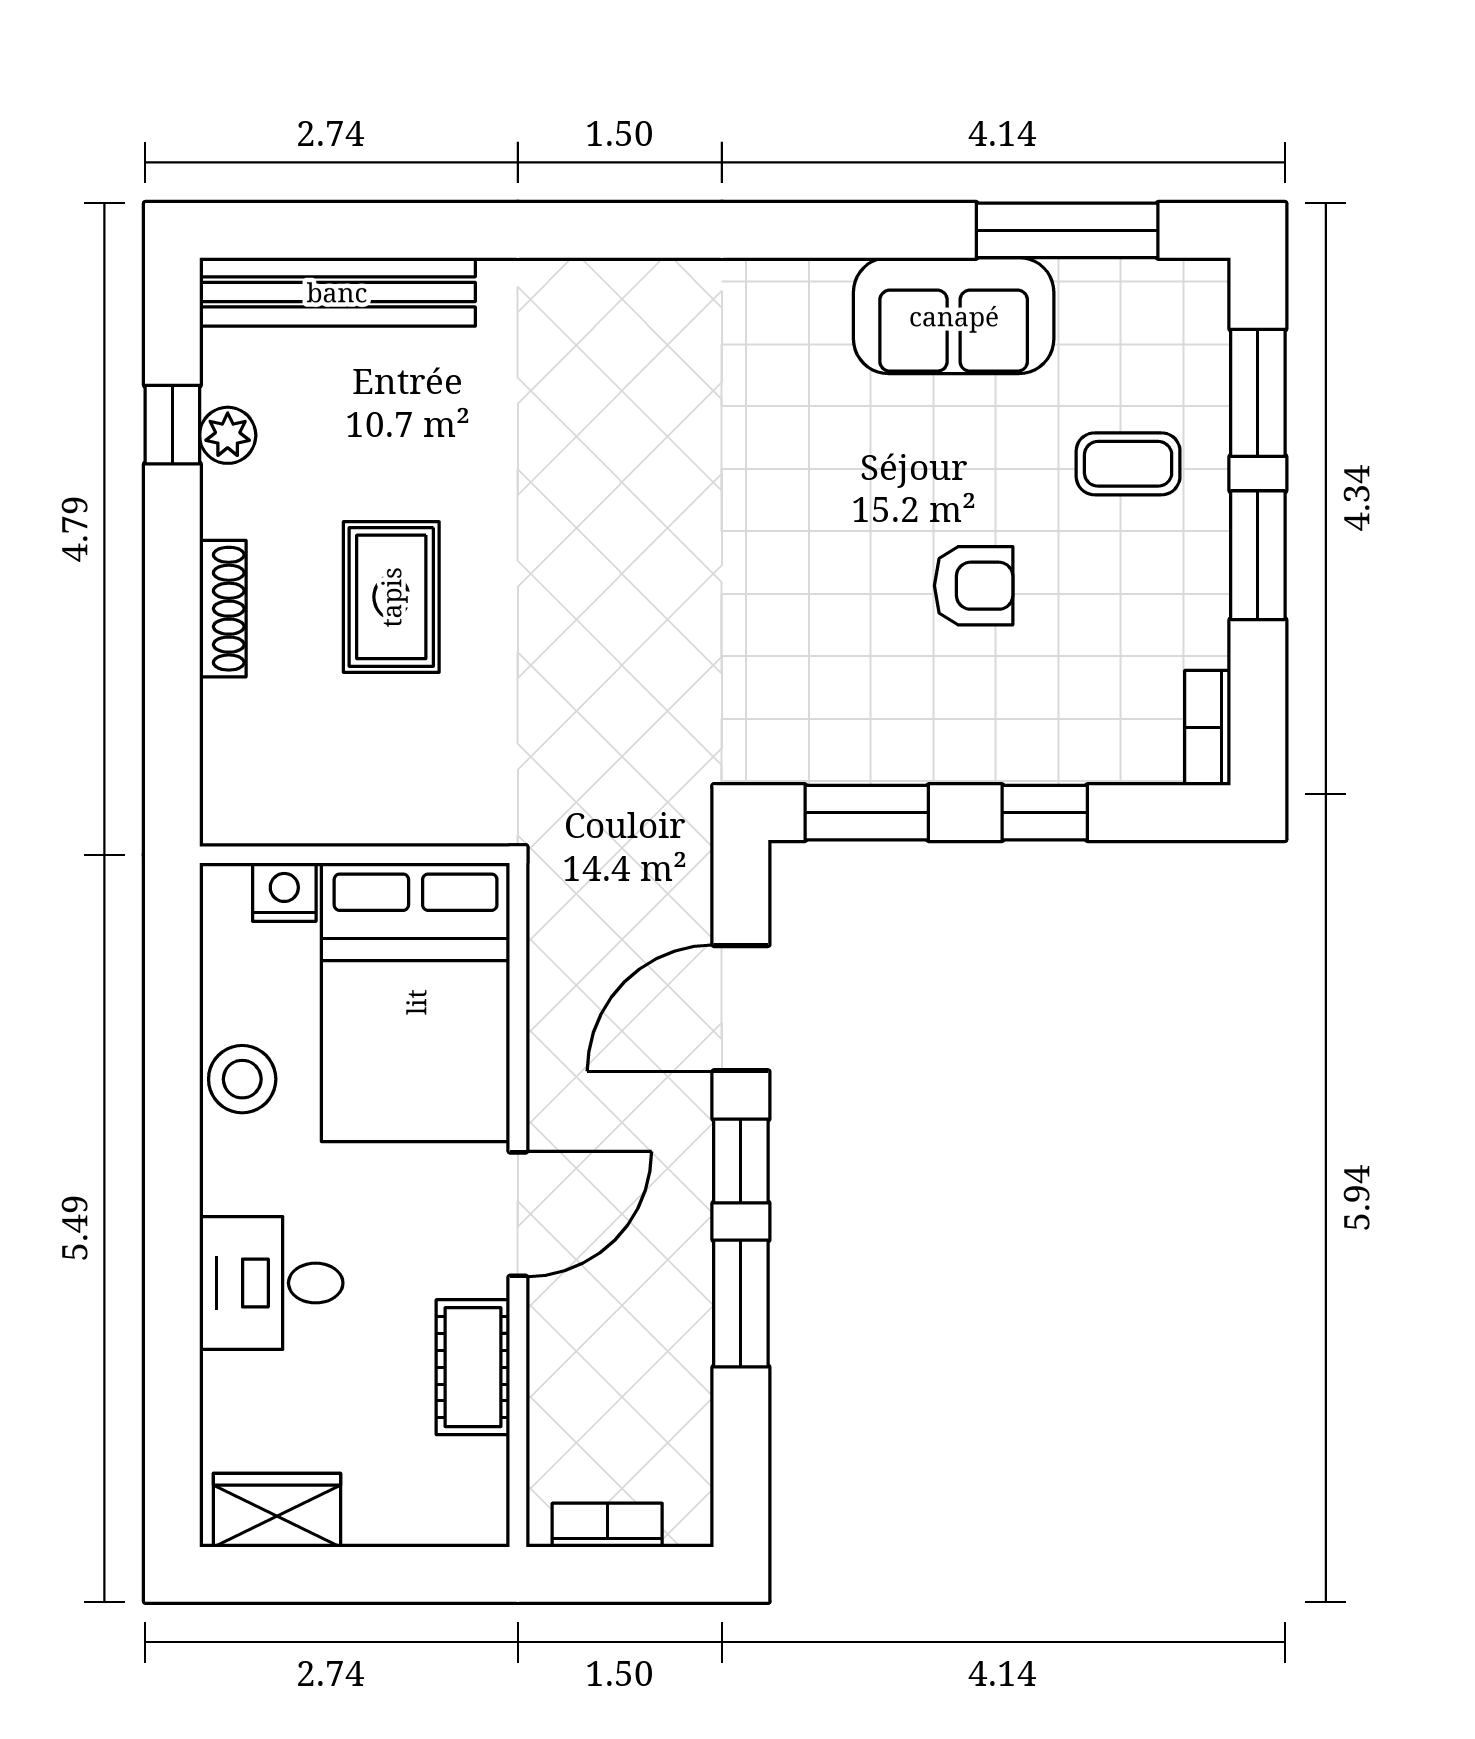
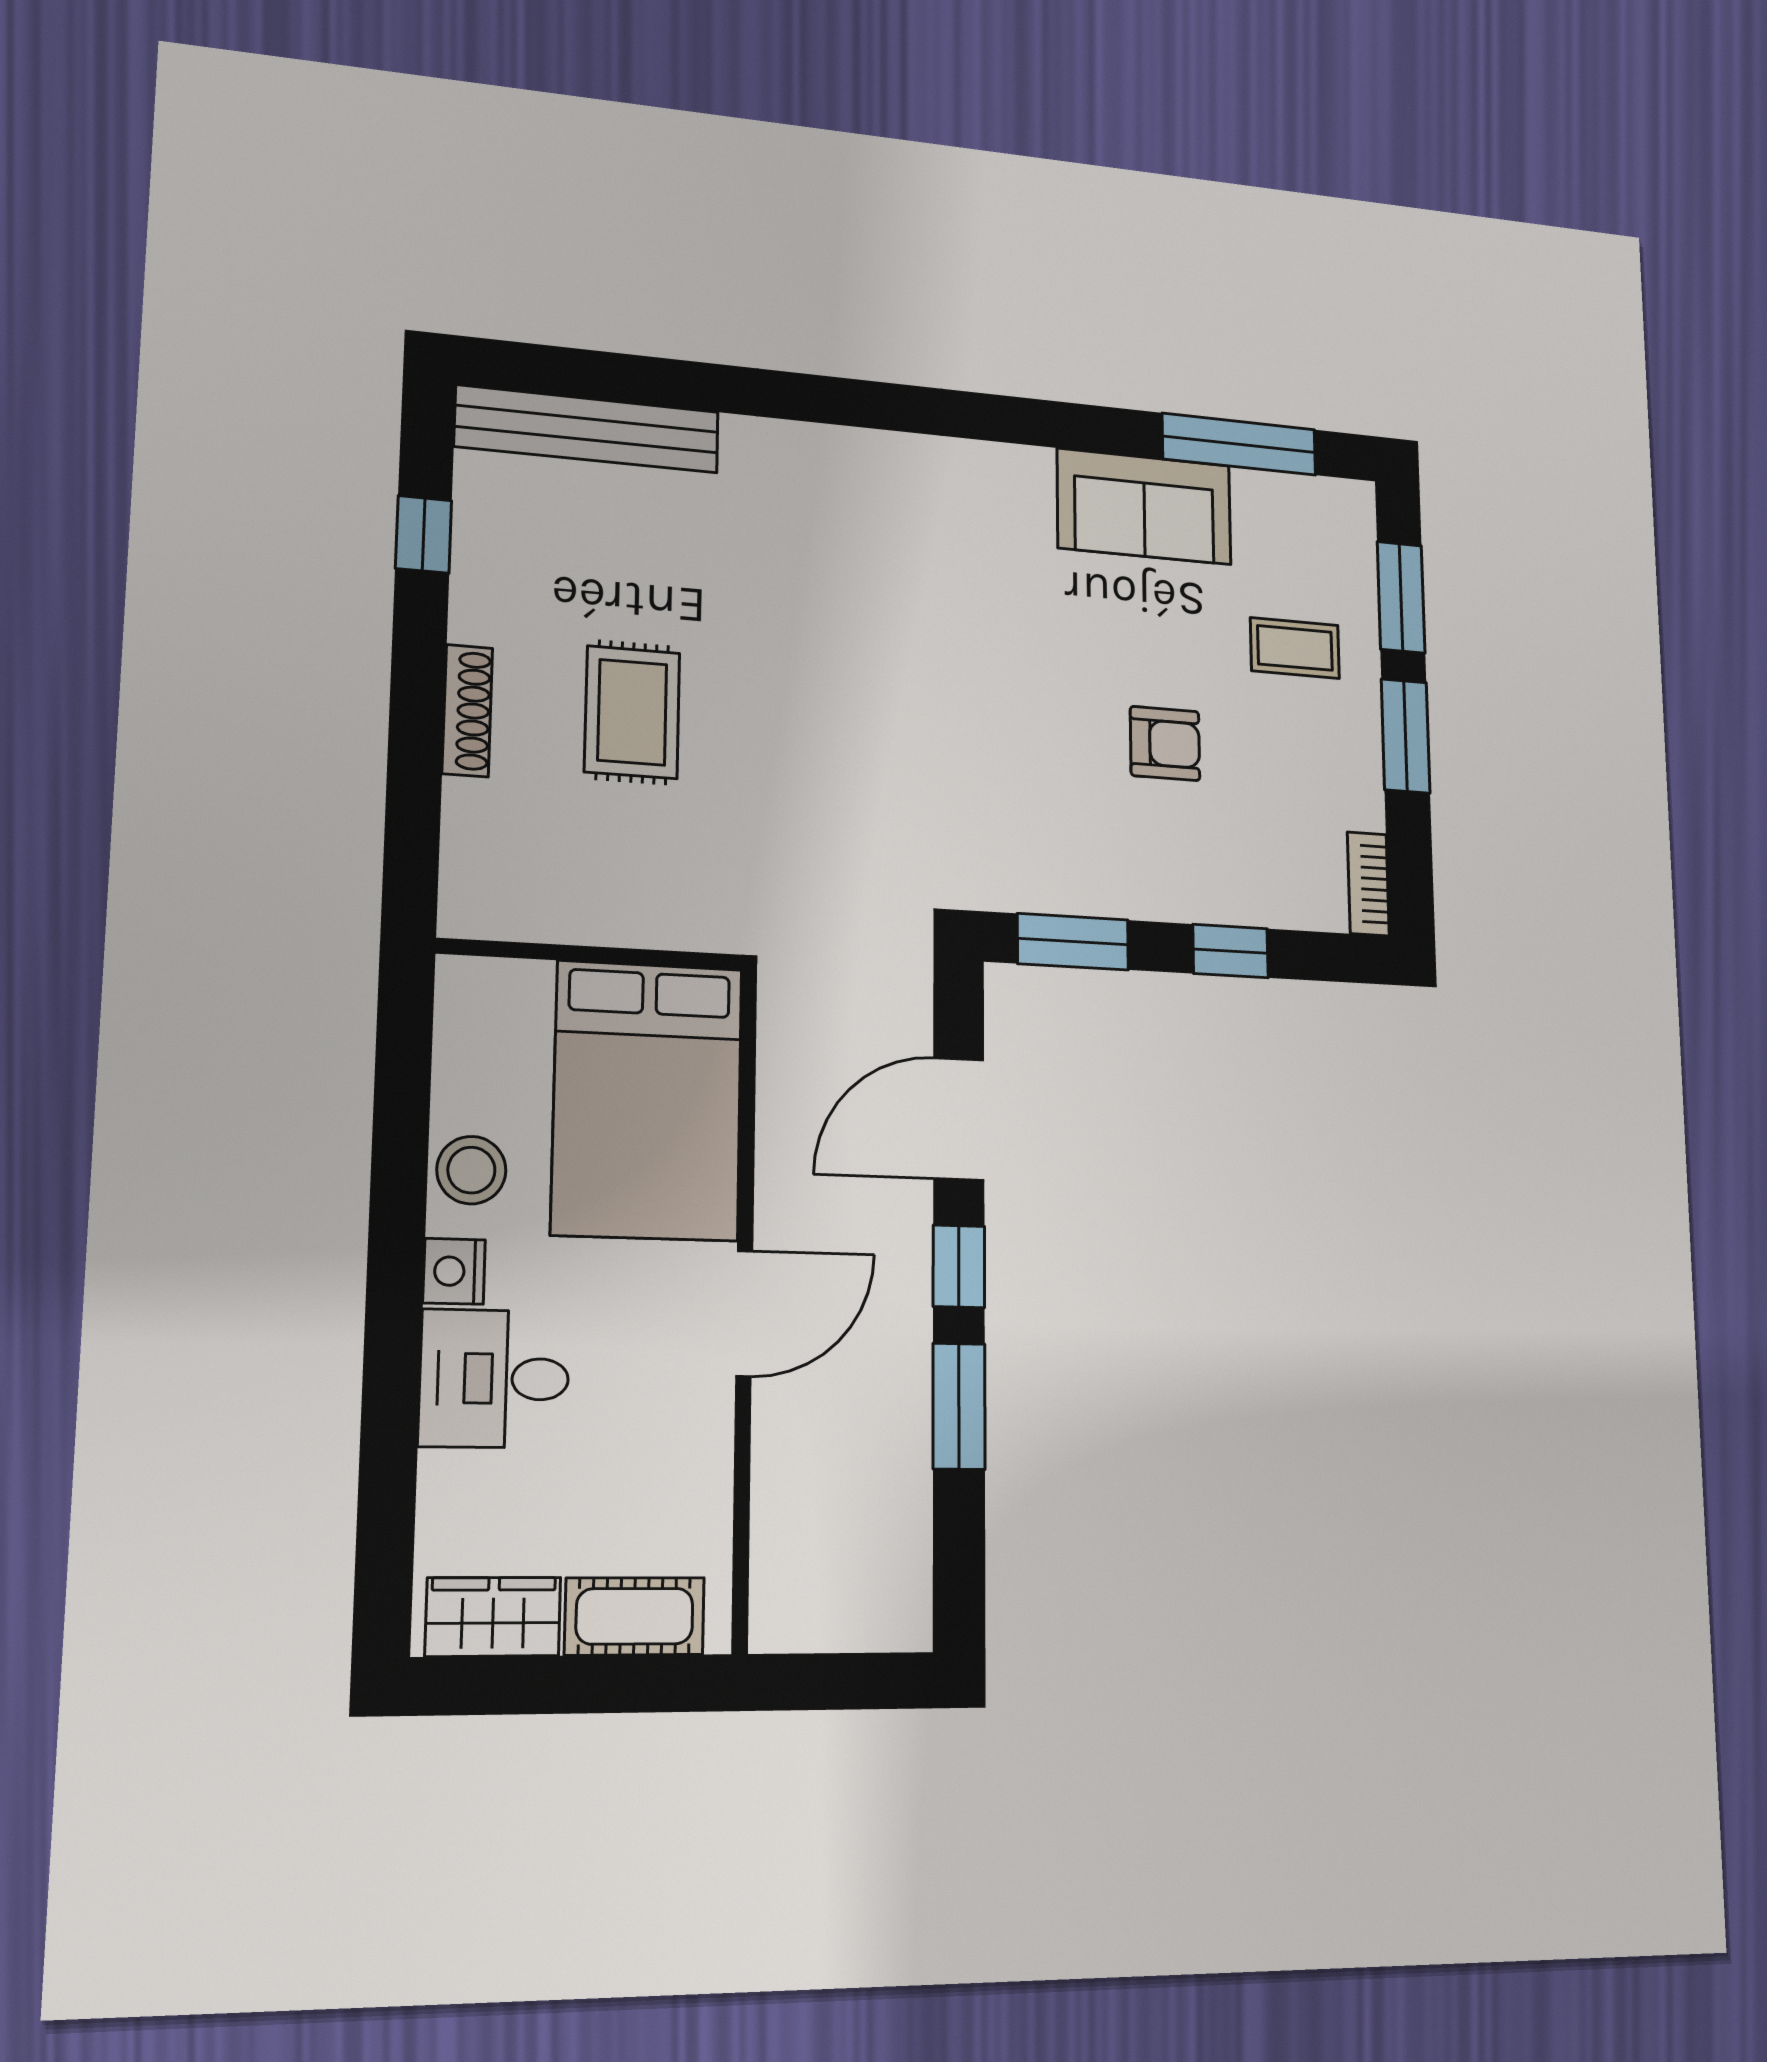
plant: (228, 435) -> (478, 549), removed
nightstand: (284, 892) -> (454, 1271), moved, turned -90
cot: (473, 1367) -> (635, 1616), moved, turned 90
bookcase: (607, 1525) -> (829, 1630), removed

